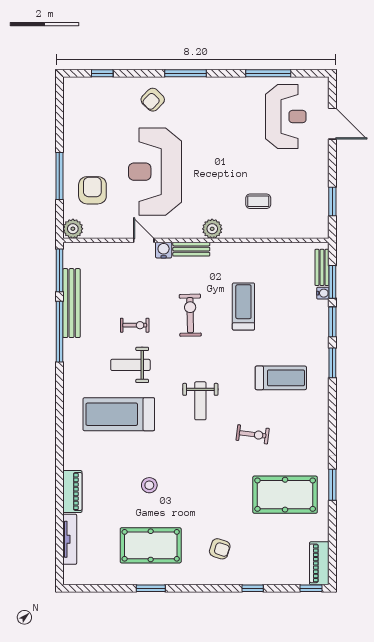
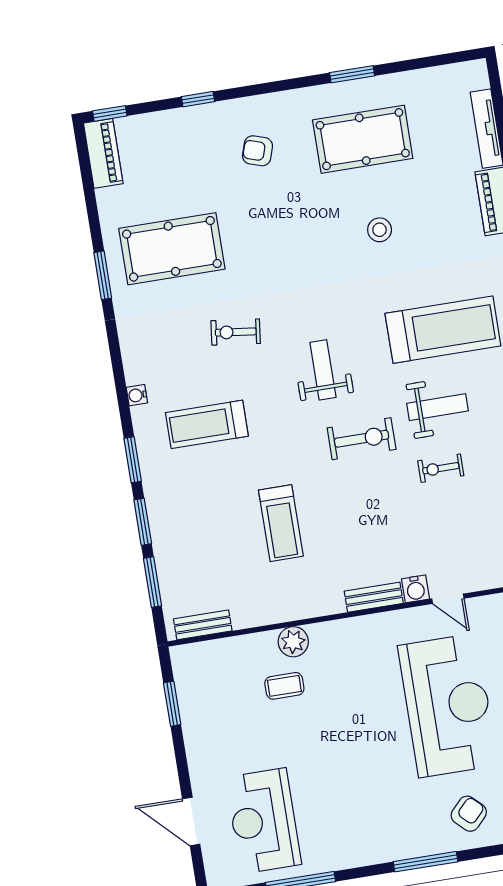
plant: (212, 229) -> (293, 642), moved
bench: (322, 267) -> (203, 625), moved, turned 90
water cooler: (323, 293) -> (137, 395), moved
exercise bike: (190, 315) -> (362, 439), moved, turned -89

